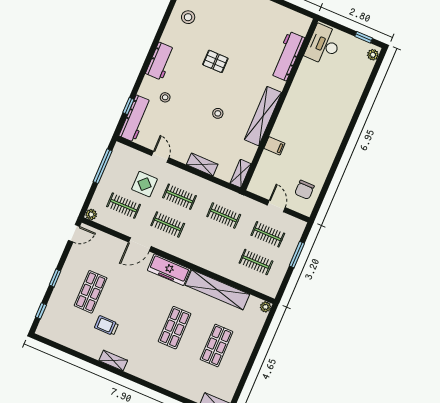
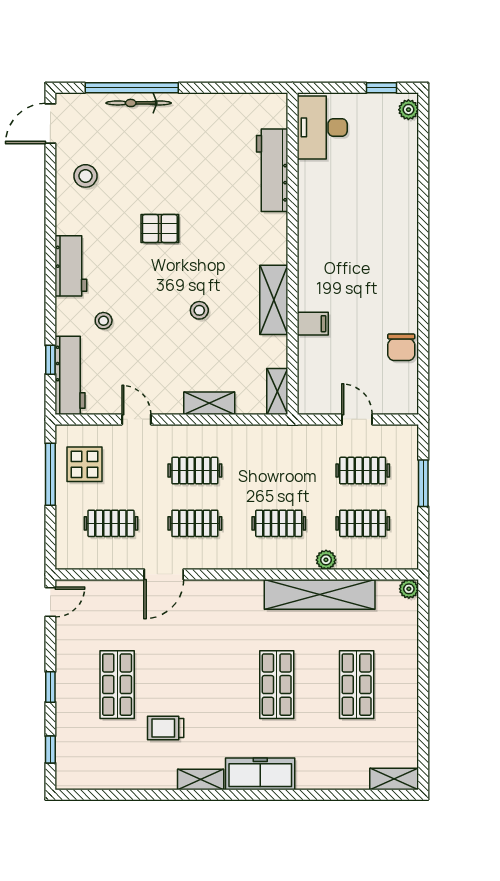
shelving: (263, 116) -> (274, 300), width x0.68
display table: (144, 184) -> (85, 464), moved
chair: (304, 190) -> (401, 347), moved
plant: (91, 214) -> (326, 560), moved
clothes rail: (224, 215) -> (279, 523), moved
freezer: (169, 270) -> (260, 774), moved, turned 180

